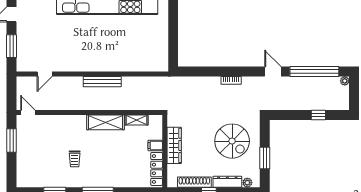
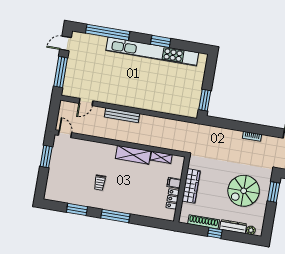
window: (12, 46) -> (61, 72), width x1.44
window: (173, 50) -> (205, 100), added
bench: (102, 82) -> (122, 115), moved
spiral stairs: (232, 141) -> (244, 191), turned 90
window: (265, 158) -> (274, 192), moved
locker: (157, 169) -> (173, 199), width x0.66

